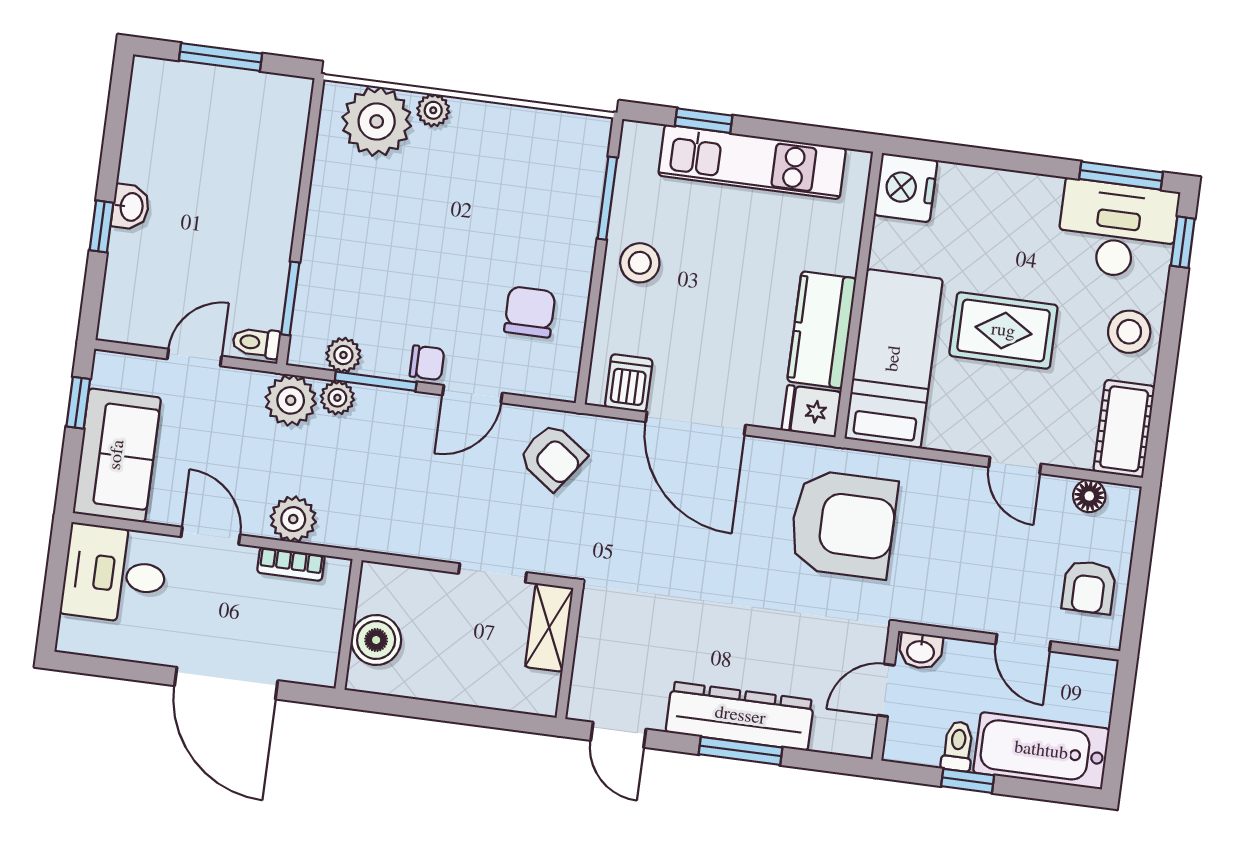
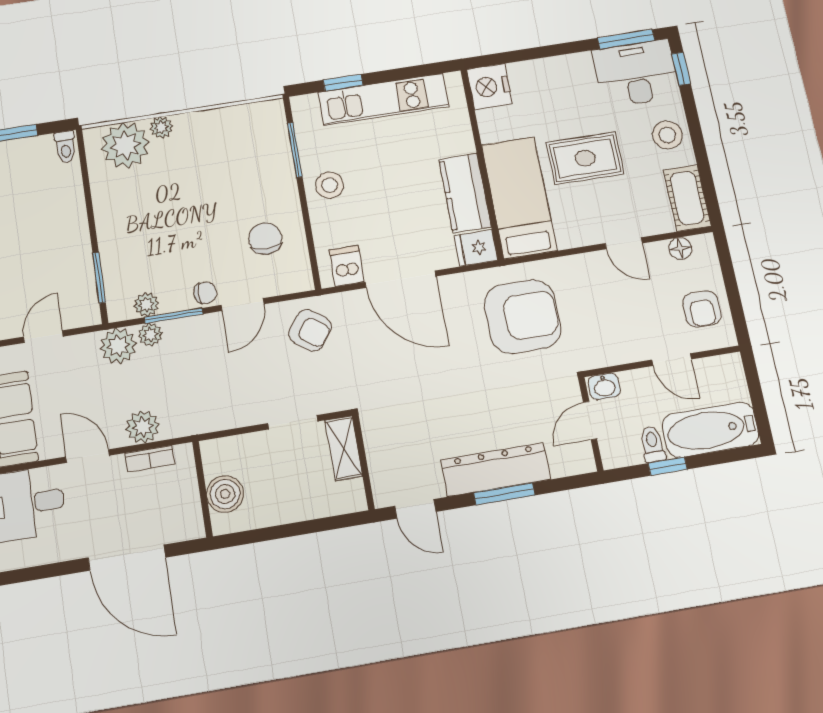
toilet: (256, 343) -> (65, 147), moved, turned -90

